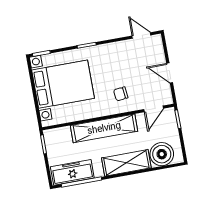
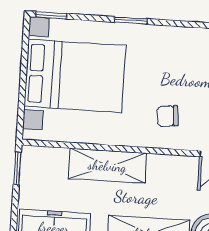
shelving: (104, 128) -> (107, 166), width x0.68

